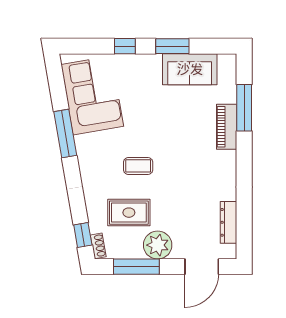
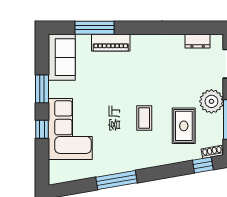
sofa: (190, 69) -> (62, 57), moved
corner sofa: (92, 95) -> (70, 129), moved, turned 100
dresser: (228, 222) -> (198, 41), width x0.70

